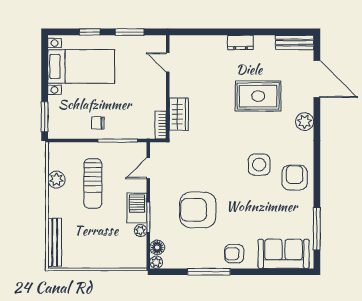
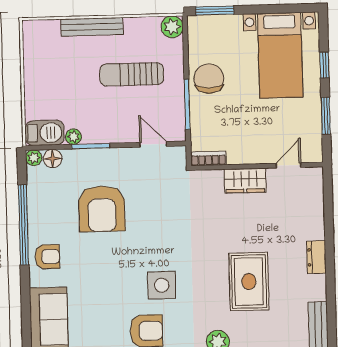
wardrobe: (179, 114) -> (245, 181), moved
chair: (98, 123) -> (209, 79), width x1.87, depth x1.87
plant: (56, 180) -> (172, 27), moved
barbecue: (137, 208) -> (45, 133), moved
armchair: (198, 210) -> (102, 209), turned 180
bench: (55, 242) -> (92, 27), moved
armchair: (234, 254) -> (47, 257), turned 90
window: (209, 272) -> (23, 225), width x1.46

